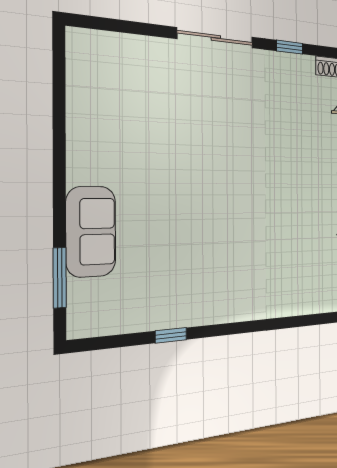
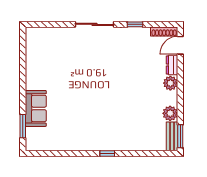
window: (171, 335) -> (107, 153), moved

